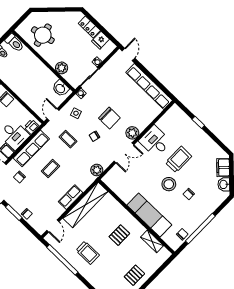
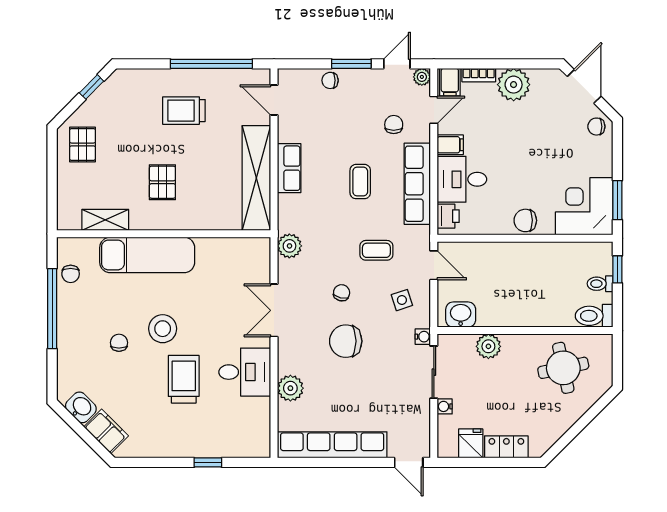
plant: (132, 133) -> (290, 388), moved
trolley: (179, 159) -> (184, 379), turned 180

